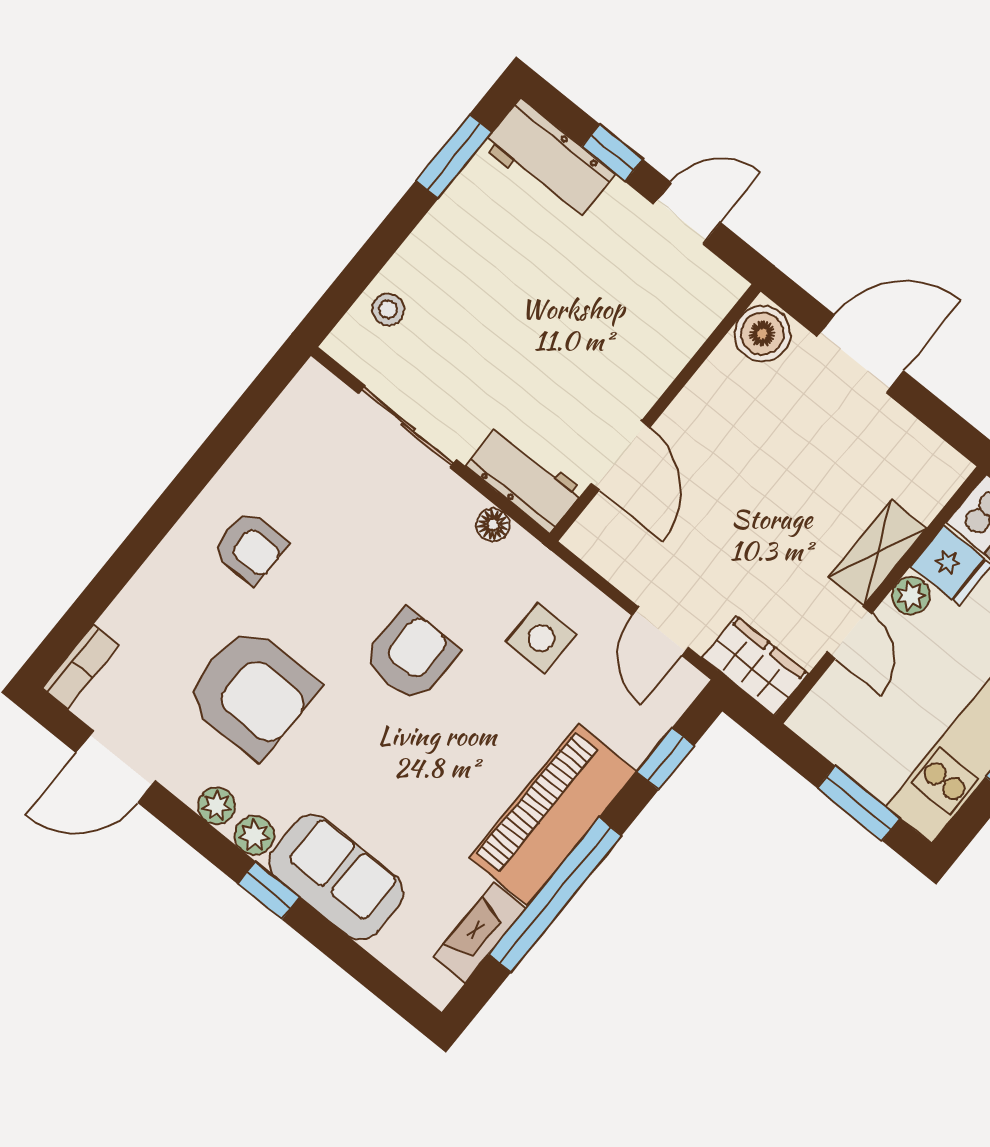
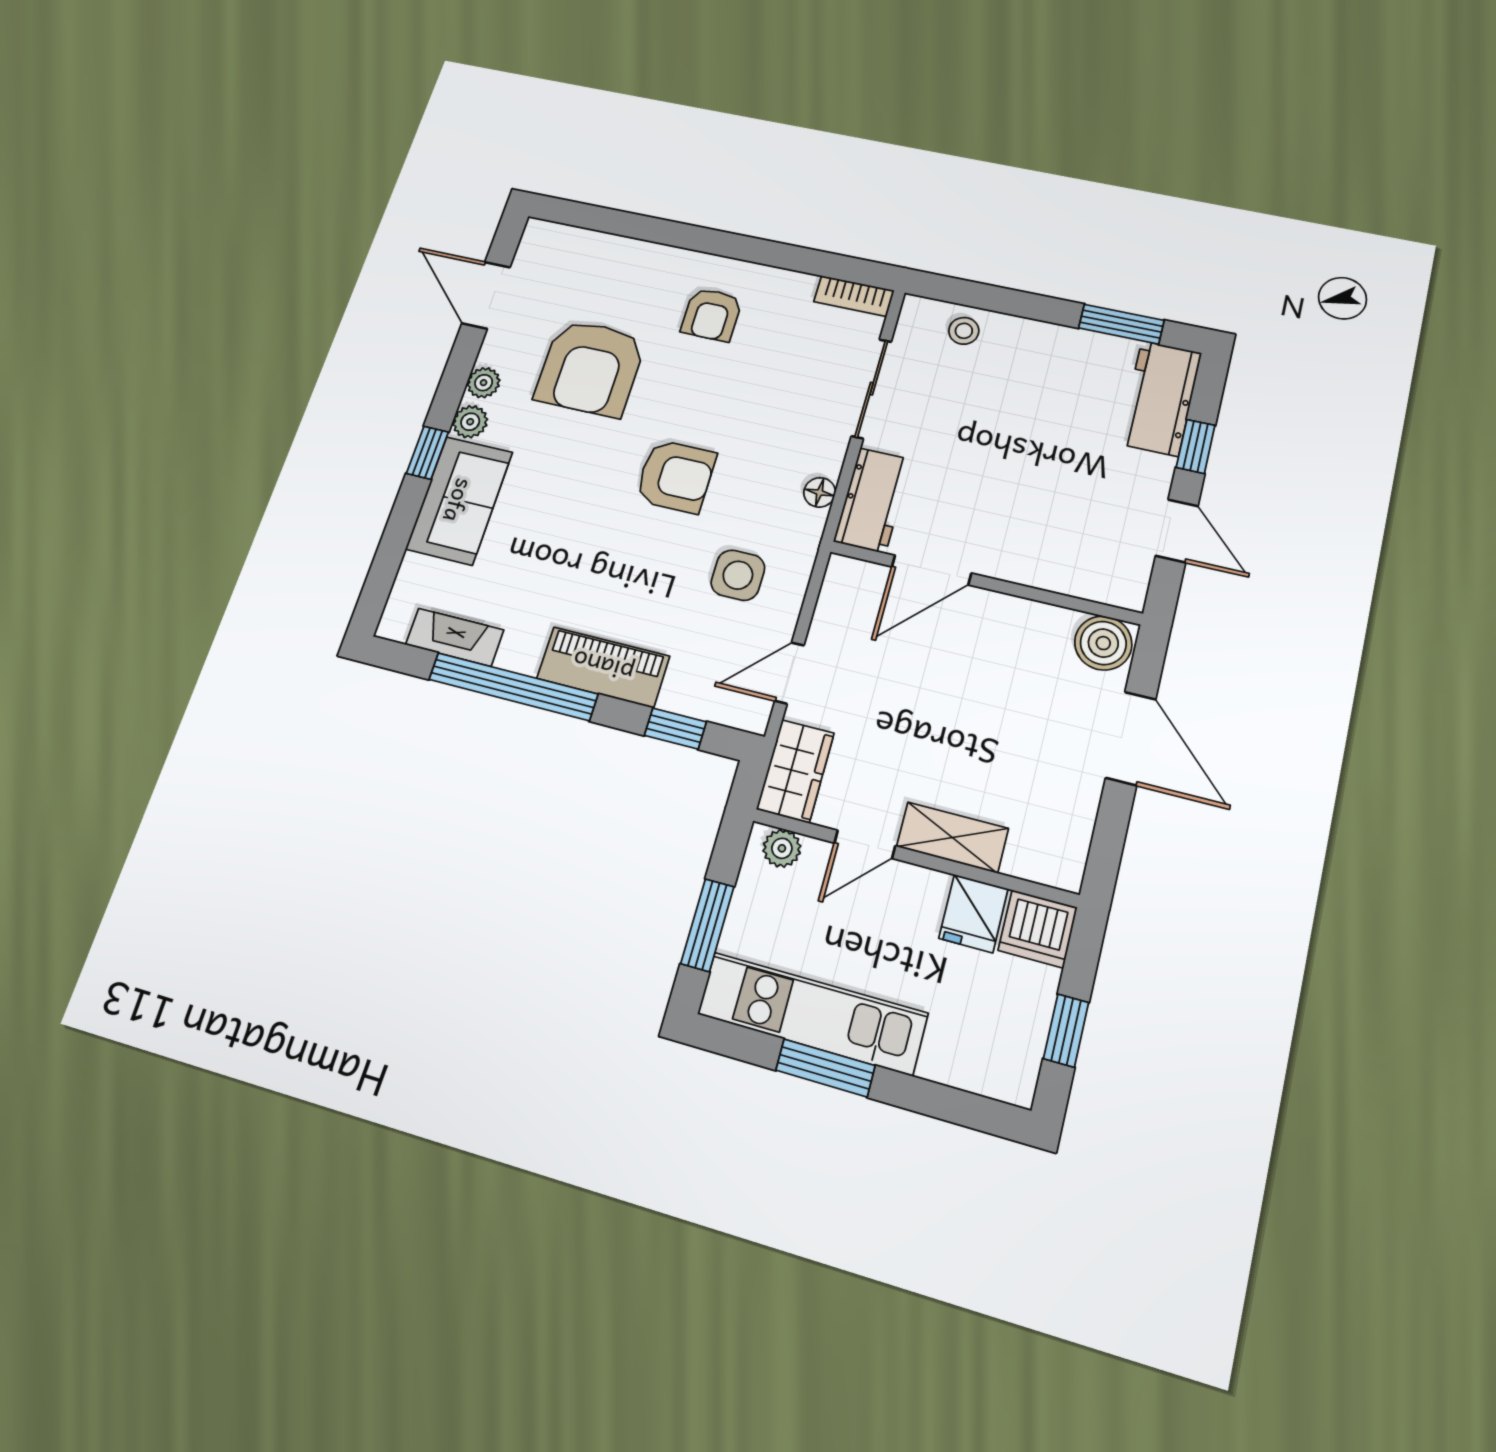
plant: (911, 596) -> (782, 848), moved
bookcase: (80, 667) -> (854, 296), moved
piano: (553, 815) -> (603, 667), width x0.73, depth x0.75

